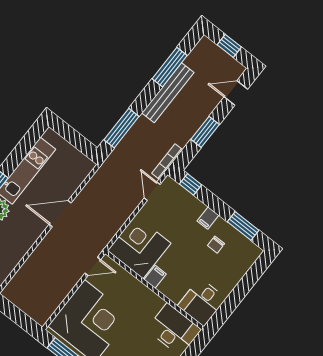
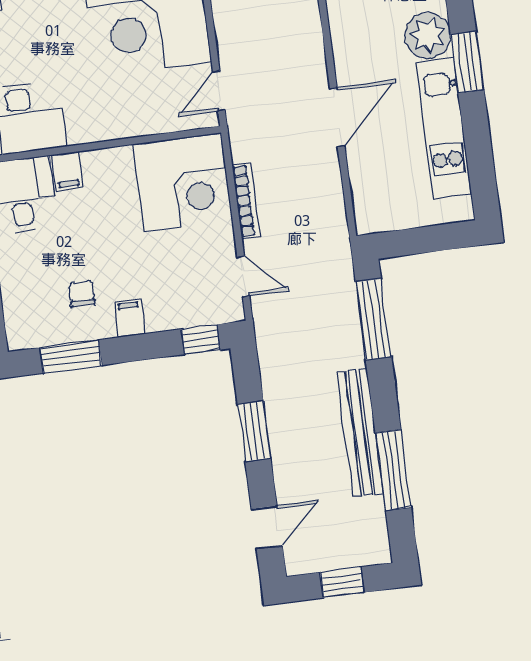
bookcase: (167, 162) -> (246, 201), moved
filing cabinet: (155, 277) -> (67, 171), moved

